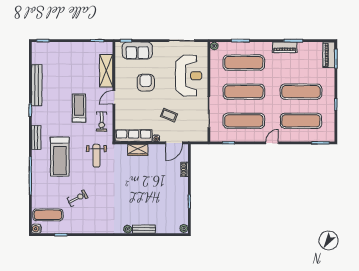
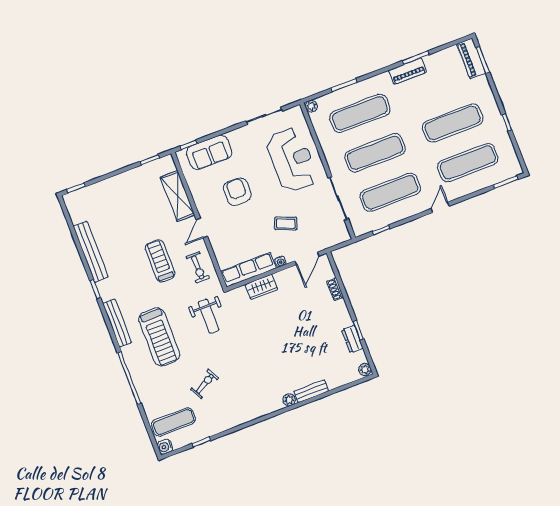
bench: (36, 137) -> (117, 323), width x1.36
dresser: (183, 206) -> (352, 339), added

